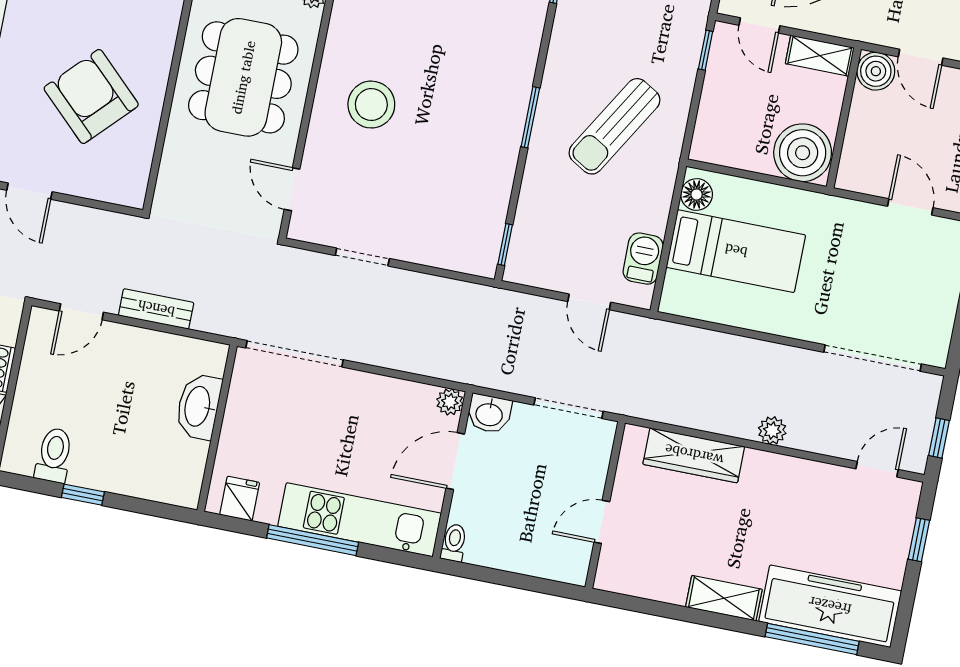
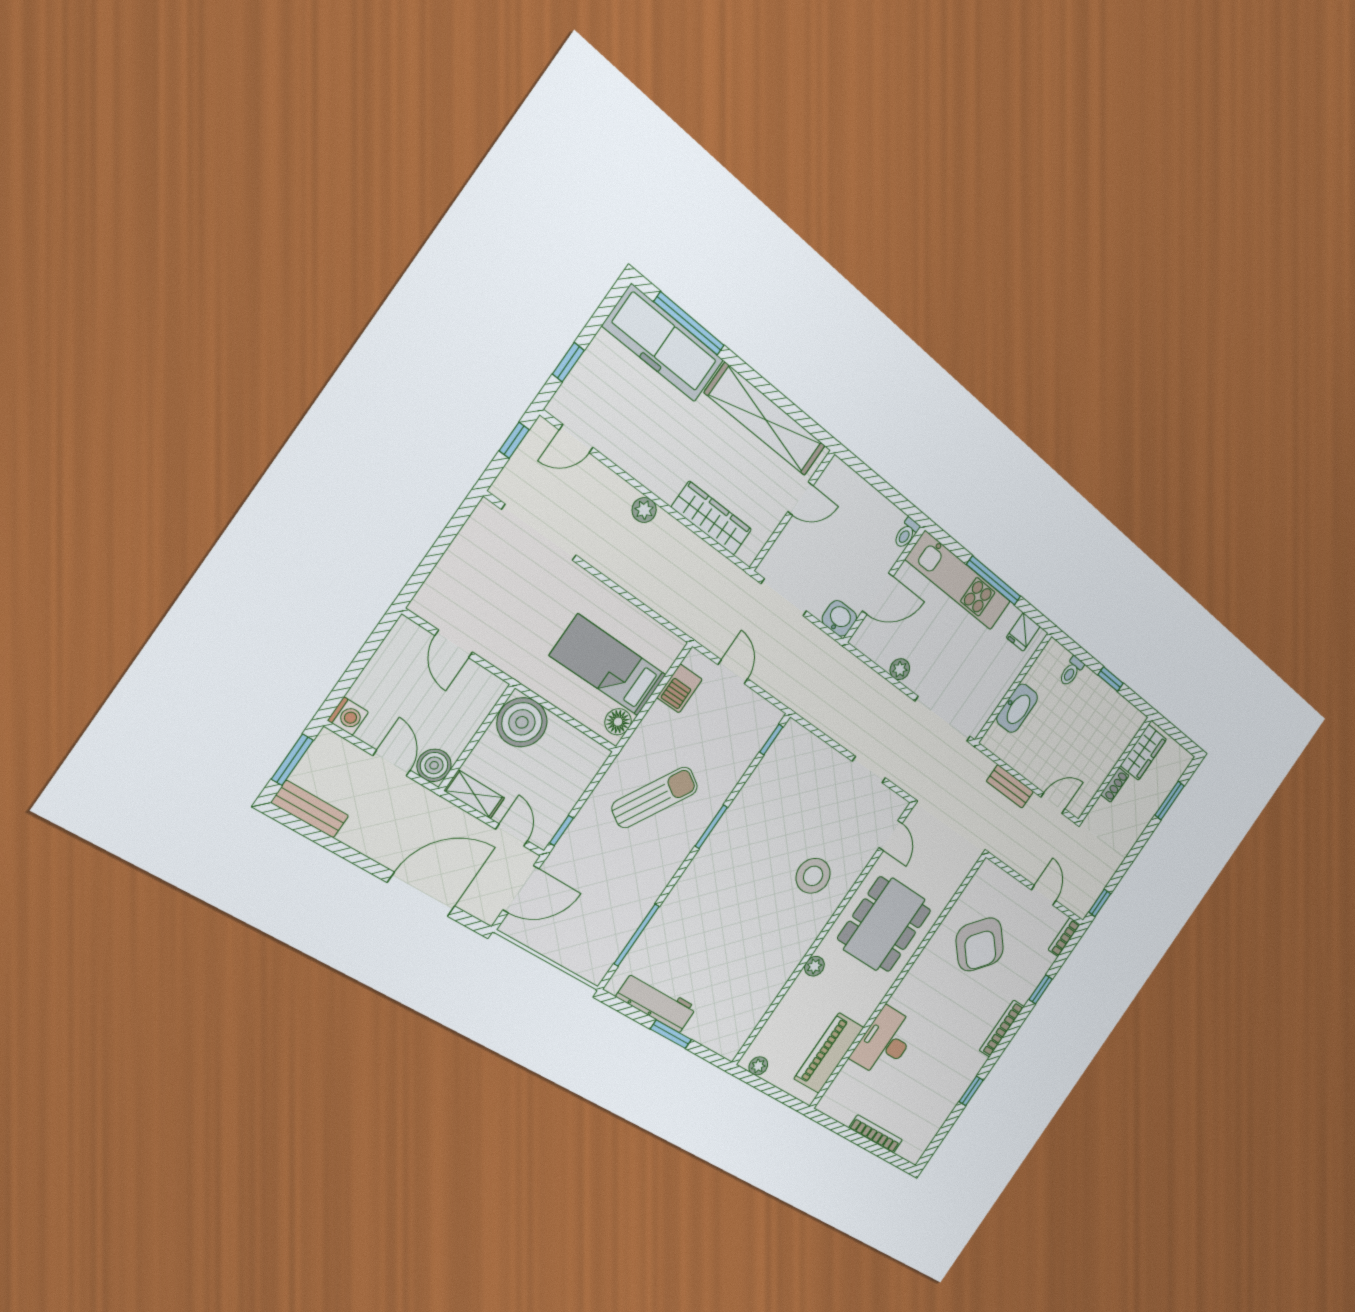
plant: (450, 402) -> (900, 669), moved
toilet: (54, 455) -> (1071, 671), moved, width x0.73, depth x0.72
shelving: (724, 598) -> (765, 420), width x2.20, depth x1.33

